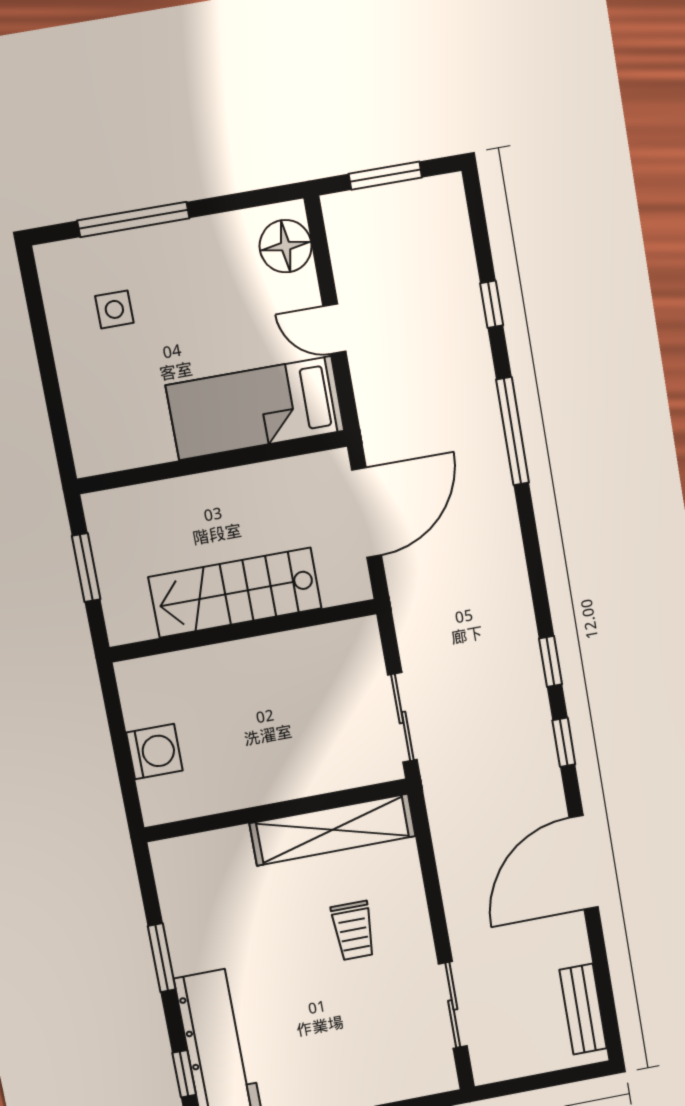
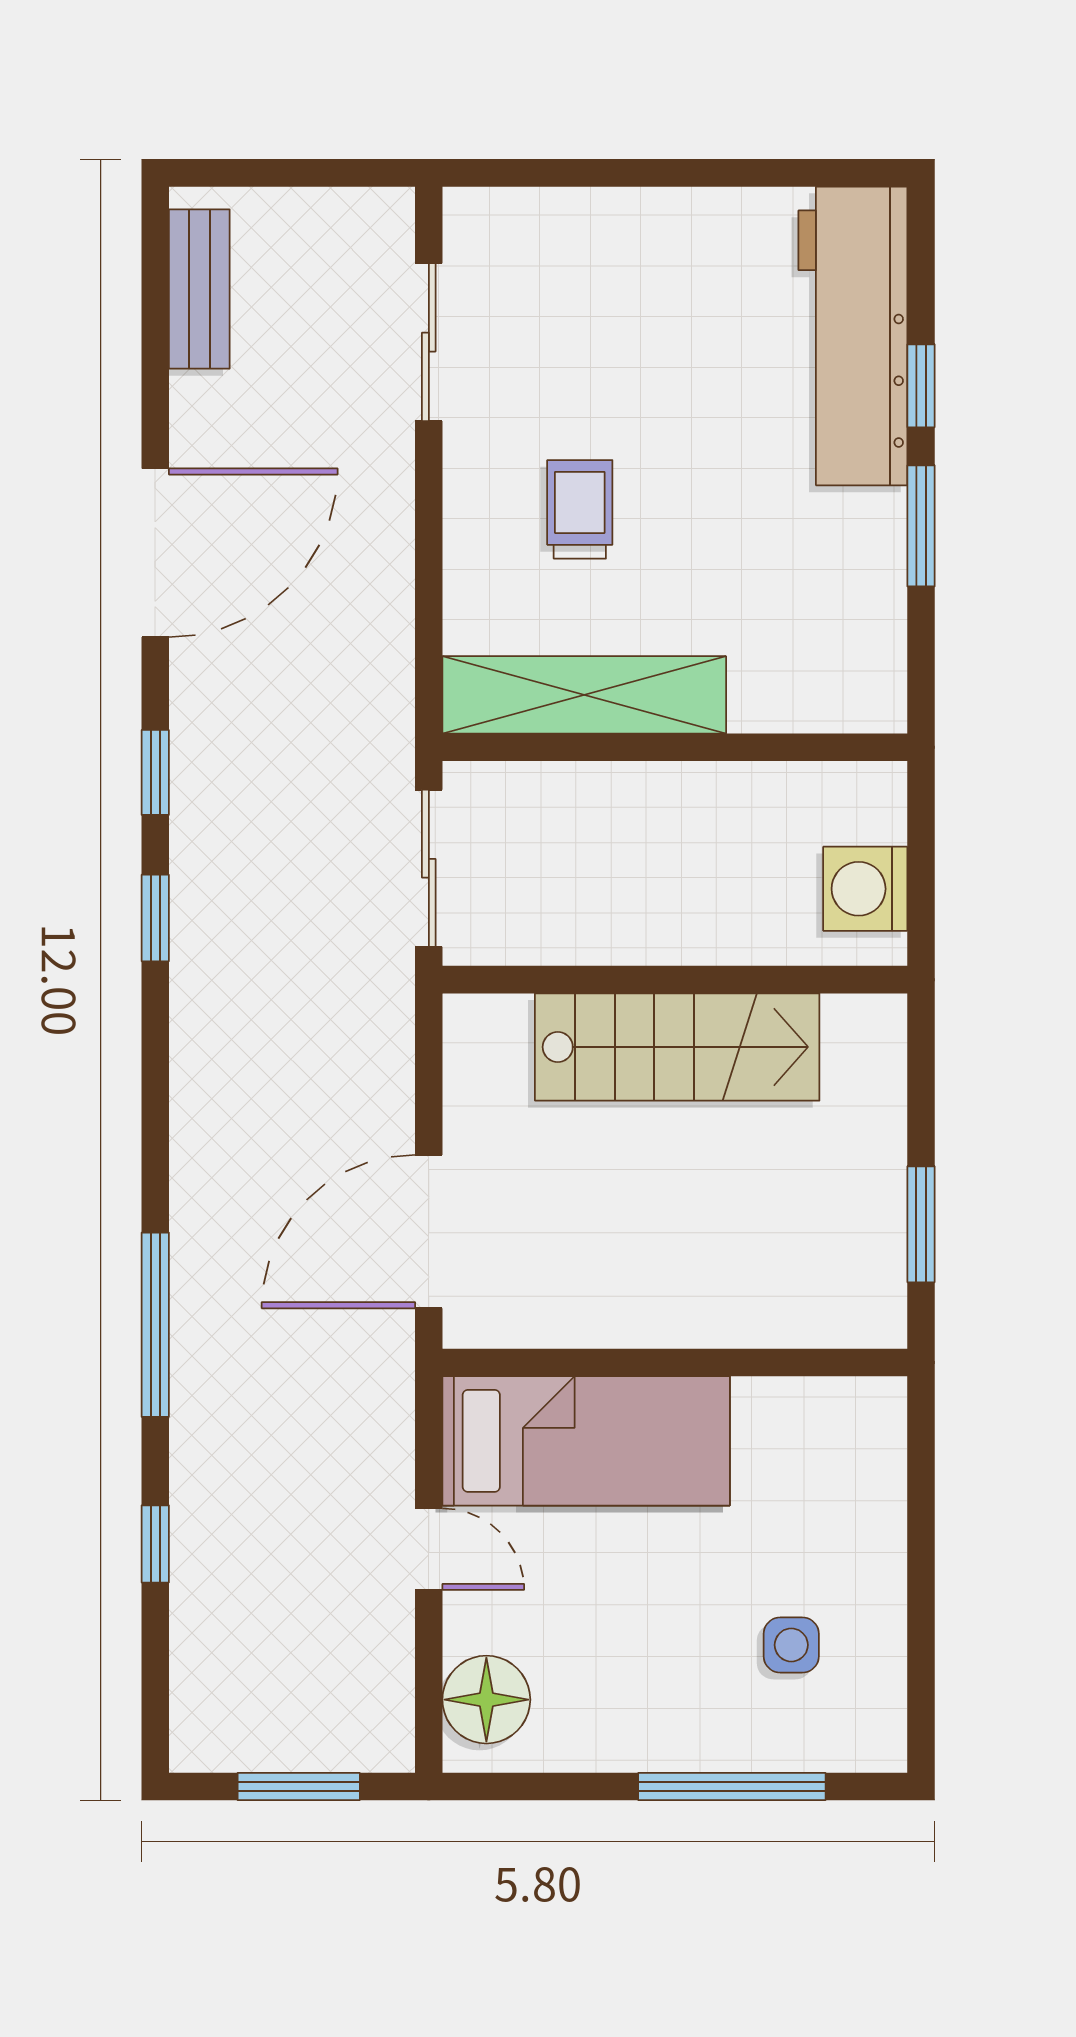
stairs: (235, 593) -> (677, 1047), moved
wall: (243, 631) -> (675, 980), moved
window: (184, 1074) -> (921, 386), moved

